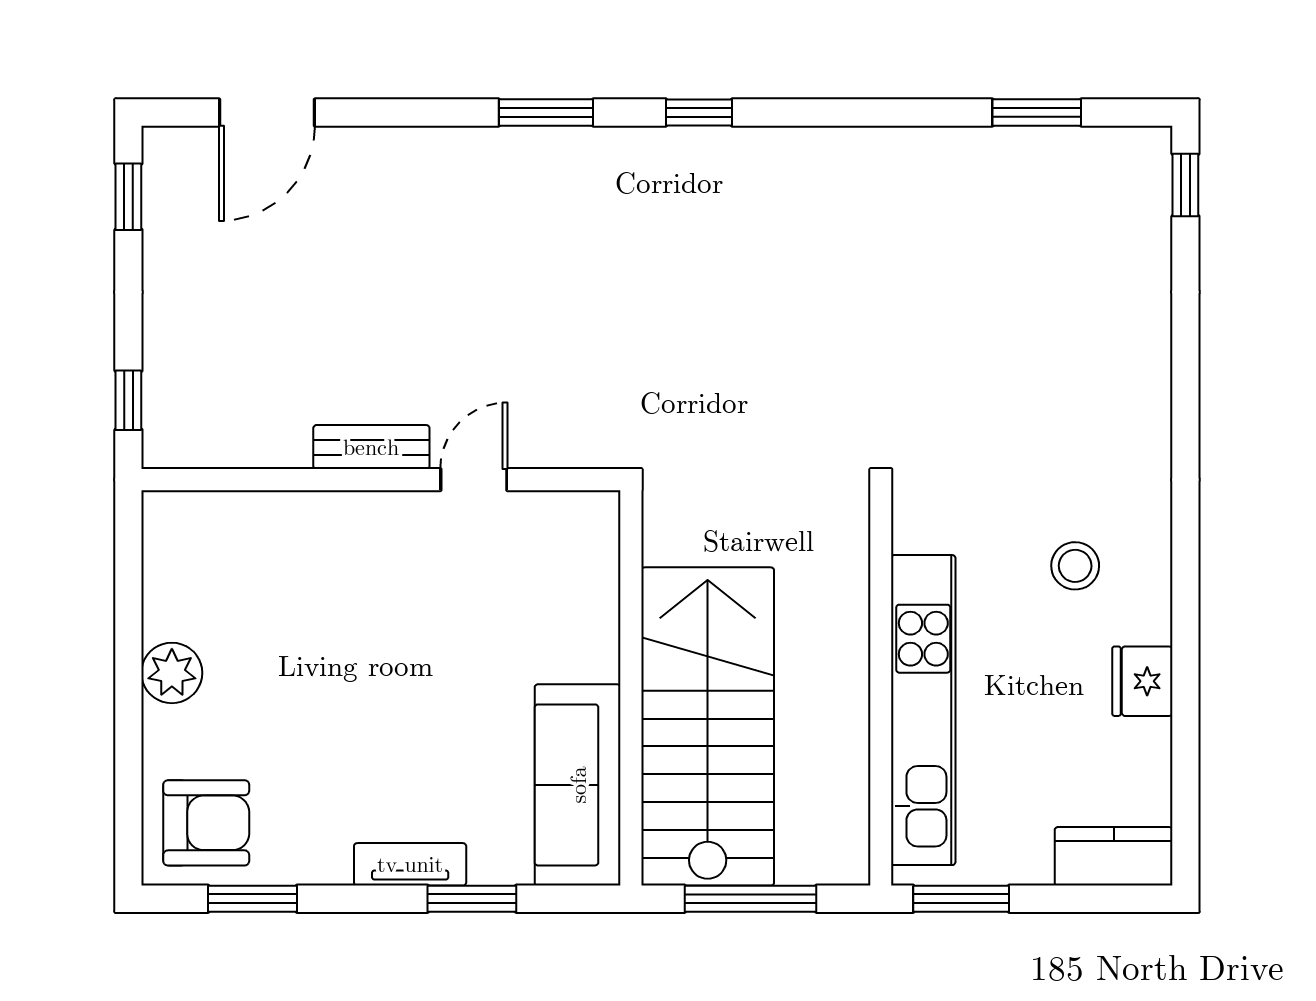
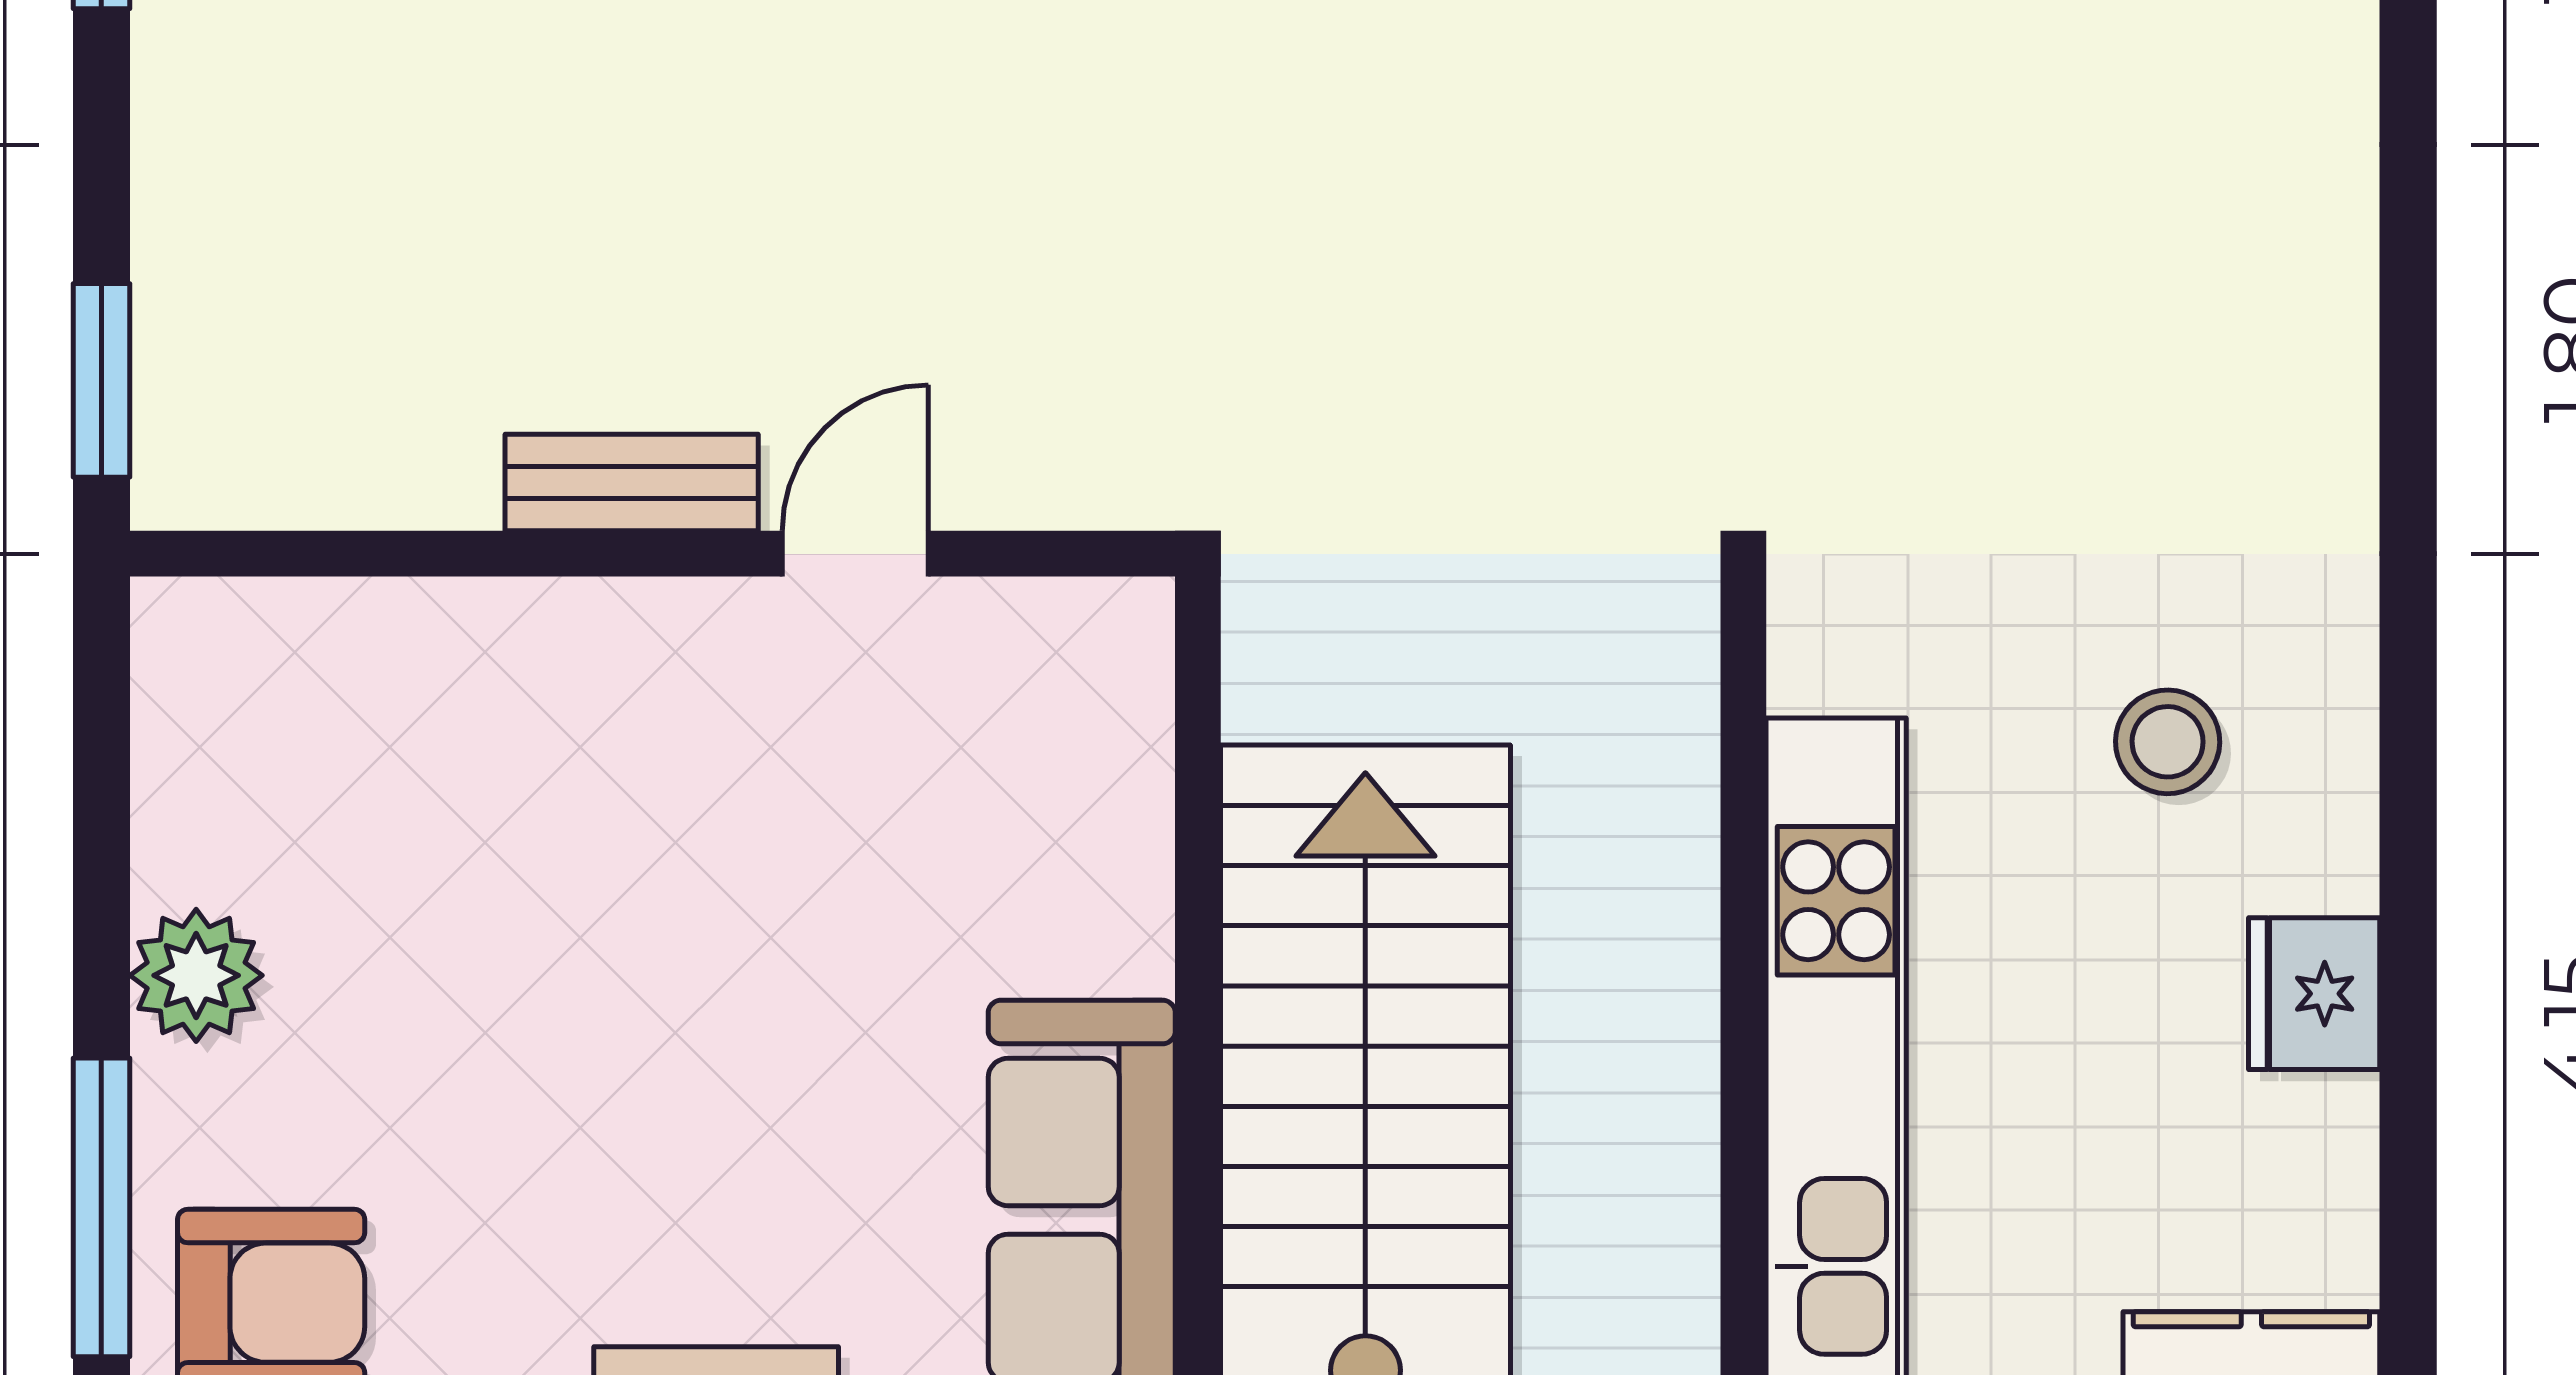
window: (128, 400) -> (101, 380), width x1.50
window: (128, 779) -> (101, 1207), added

